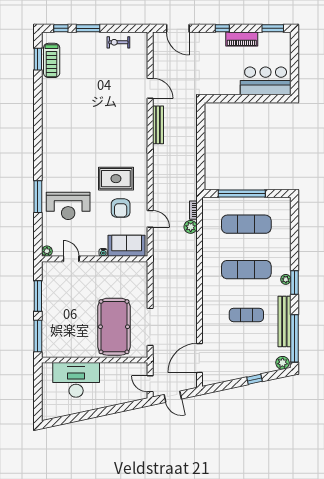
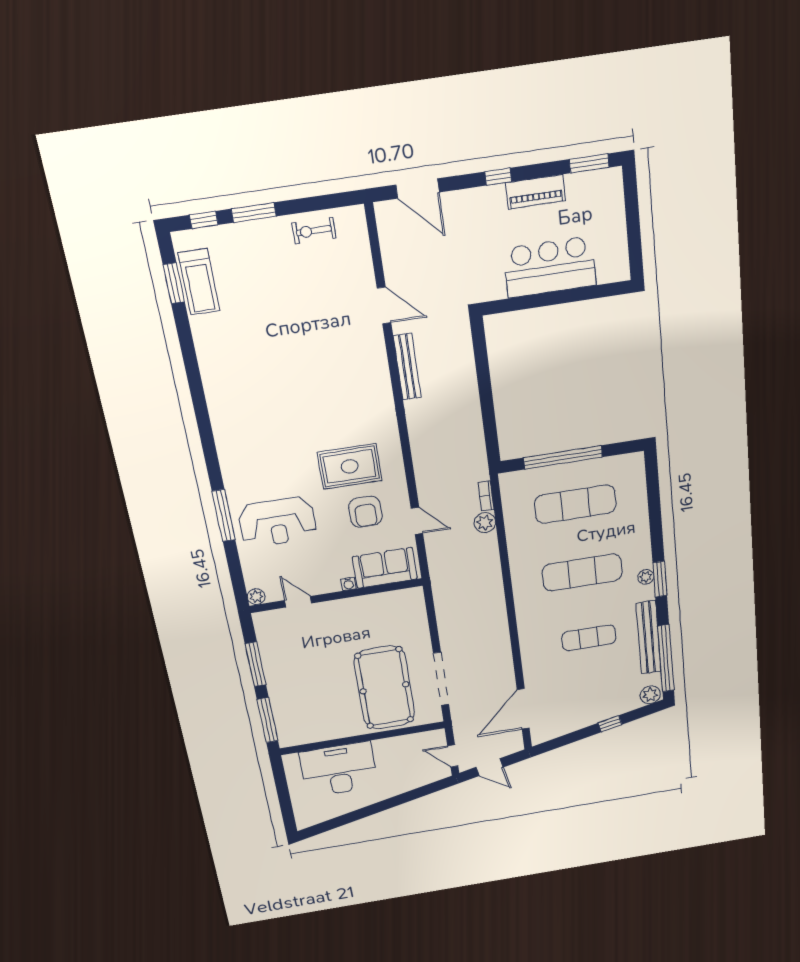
bar counter: (266, 81) -> (550, 267), moved

